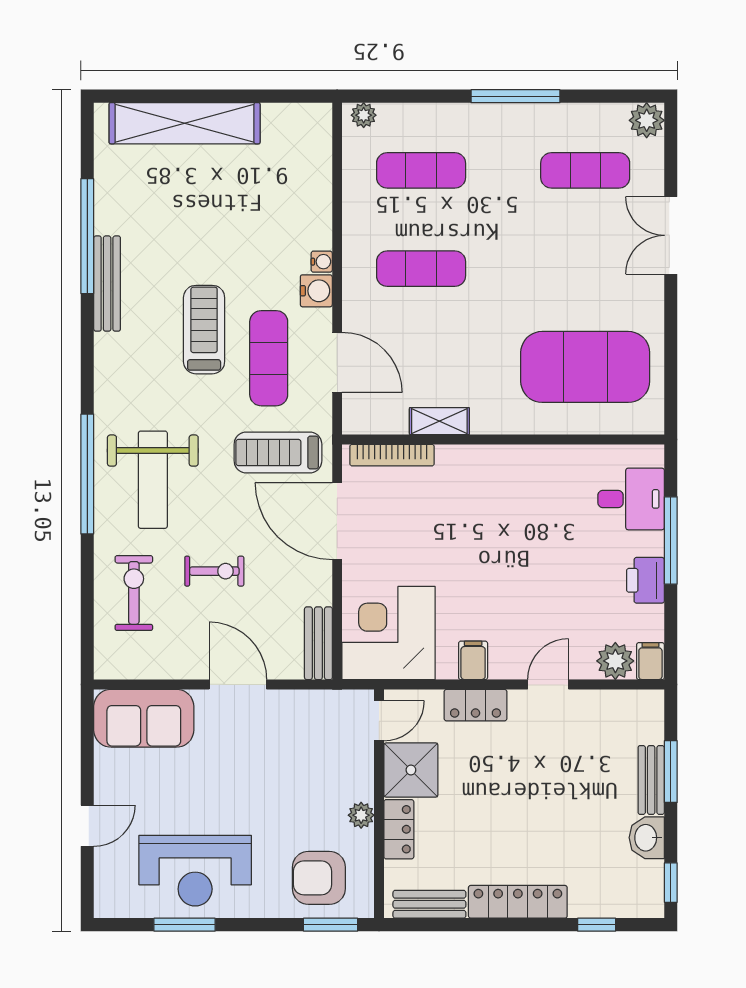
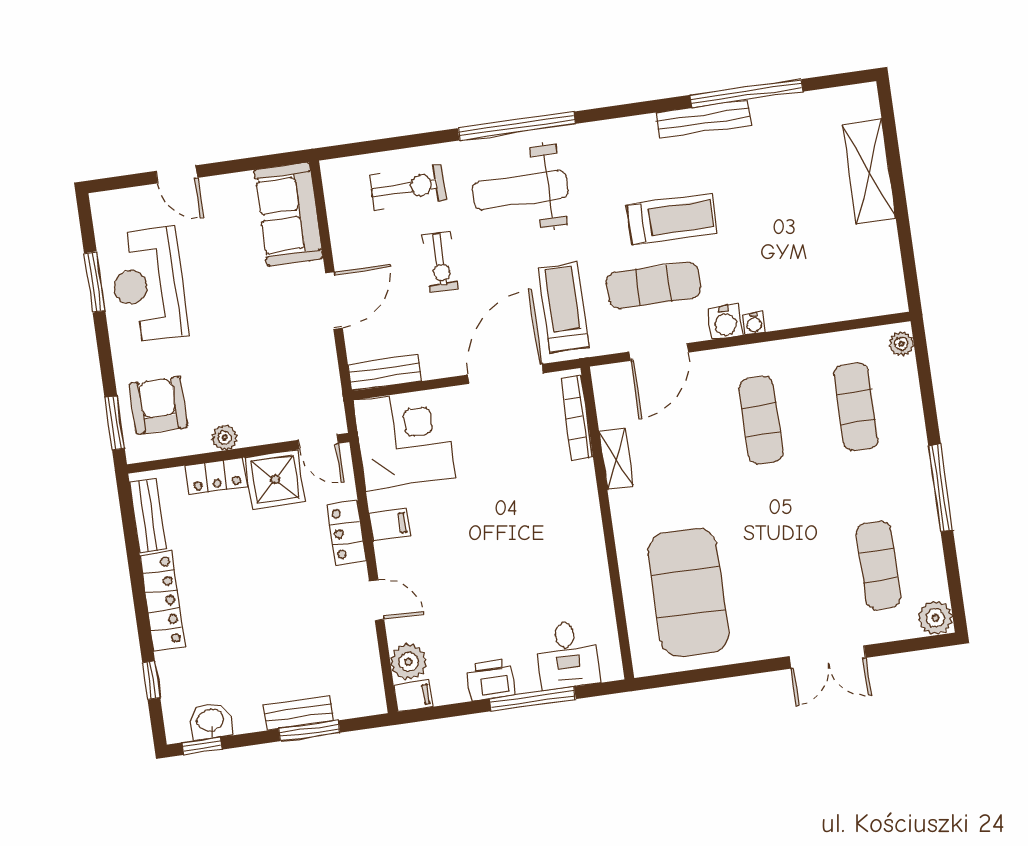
shelving: (185, 123) -> (869, 172), width x0.68
double door: (671, 235) -> (827, 657), swing flipped
washbasin: (647, 838) -> (210, 721), moved

